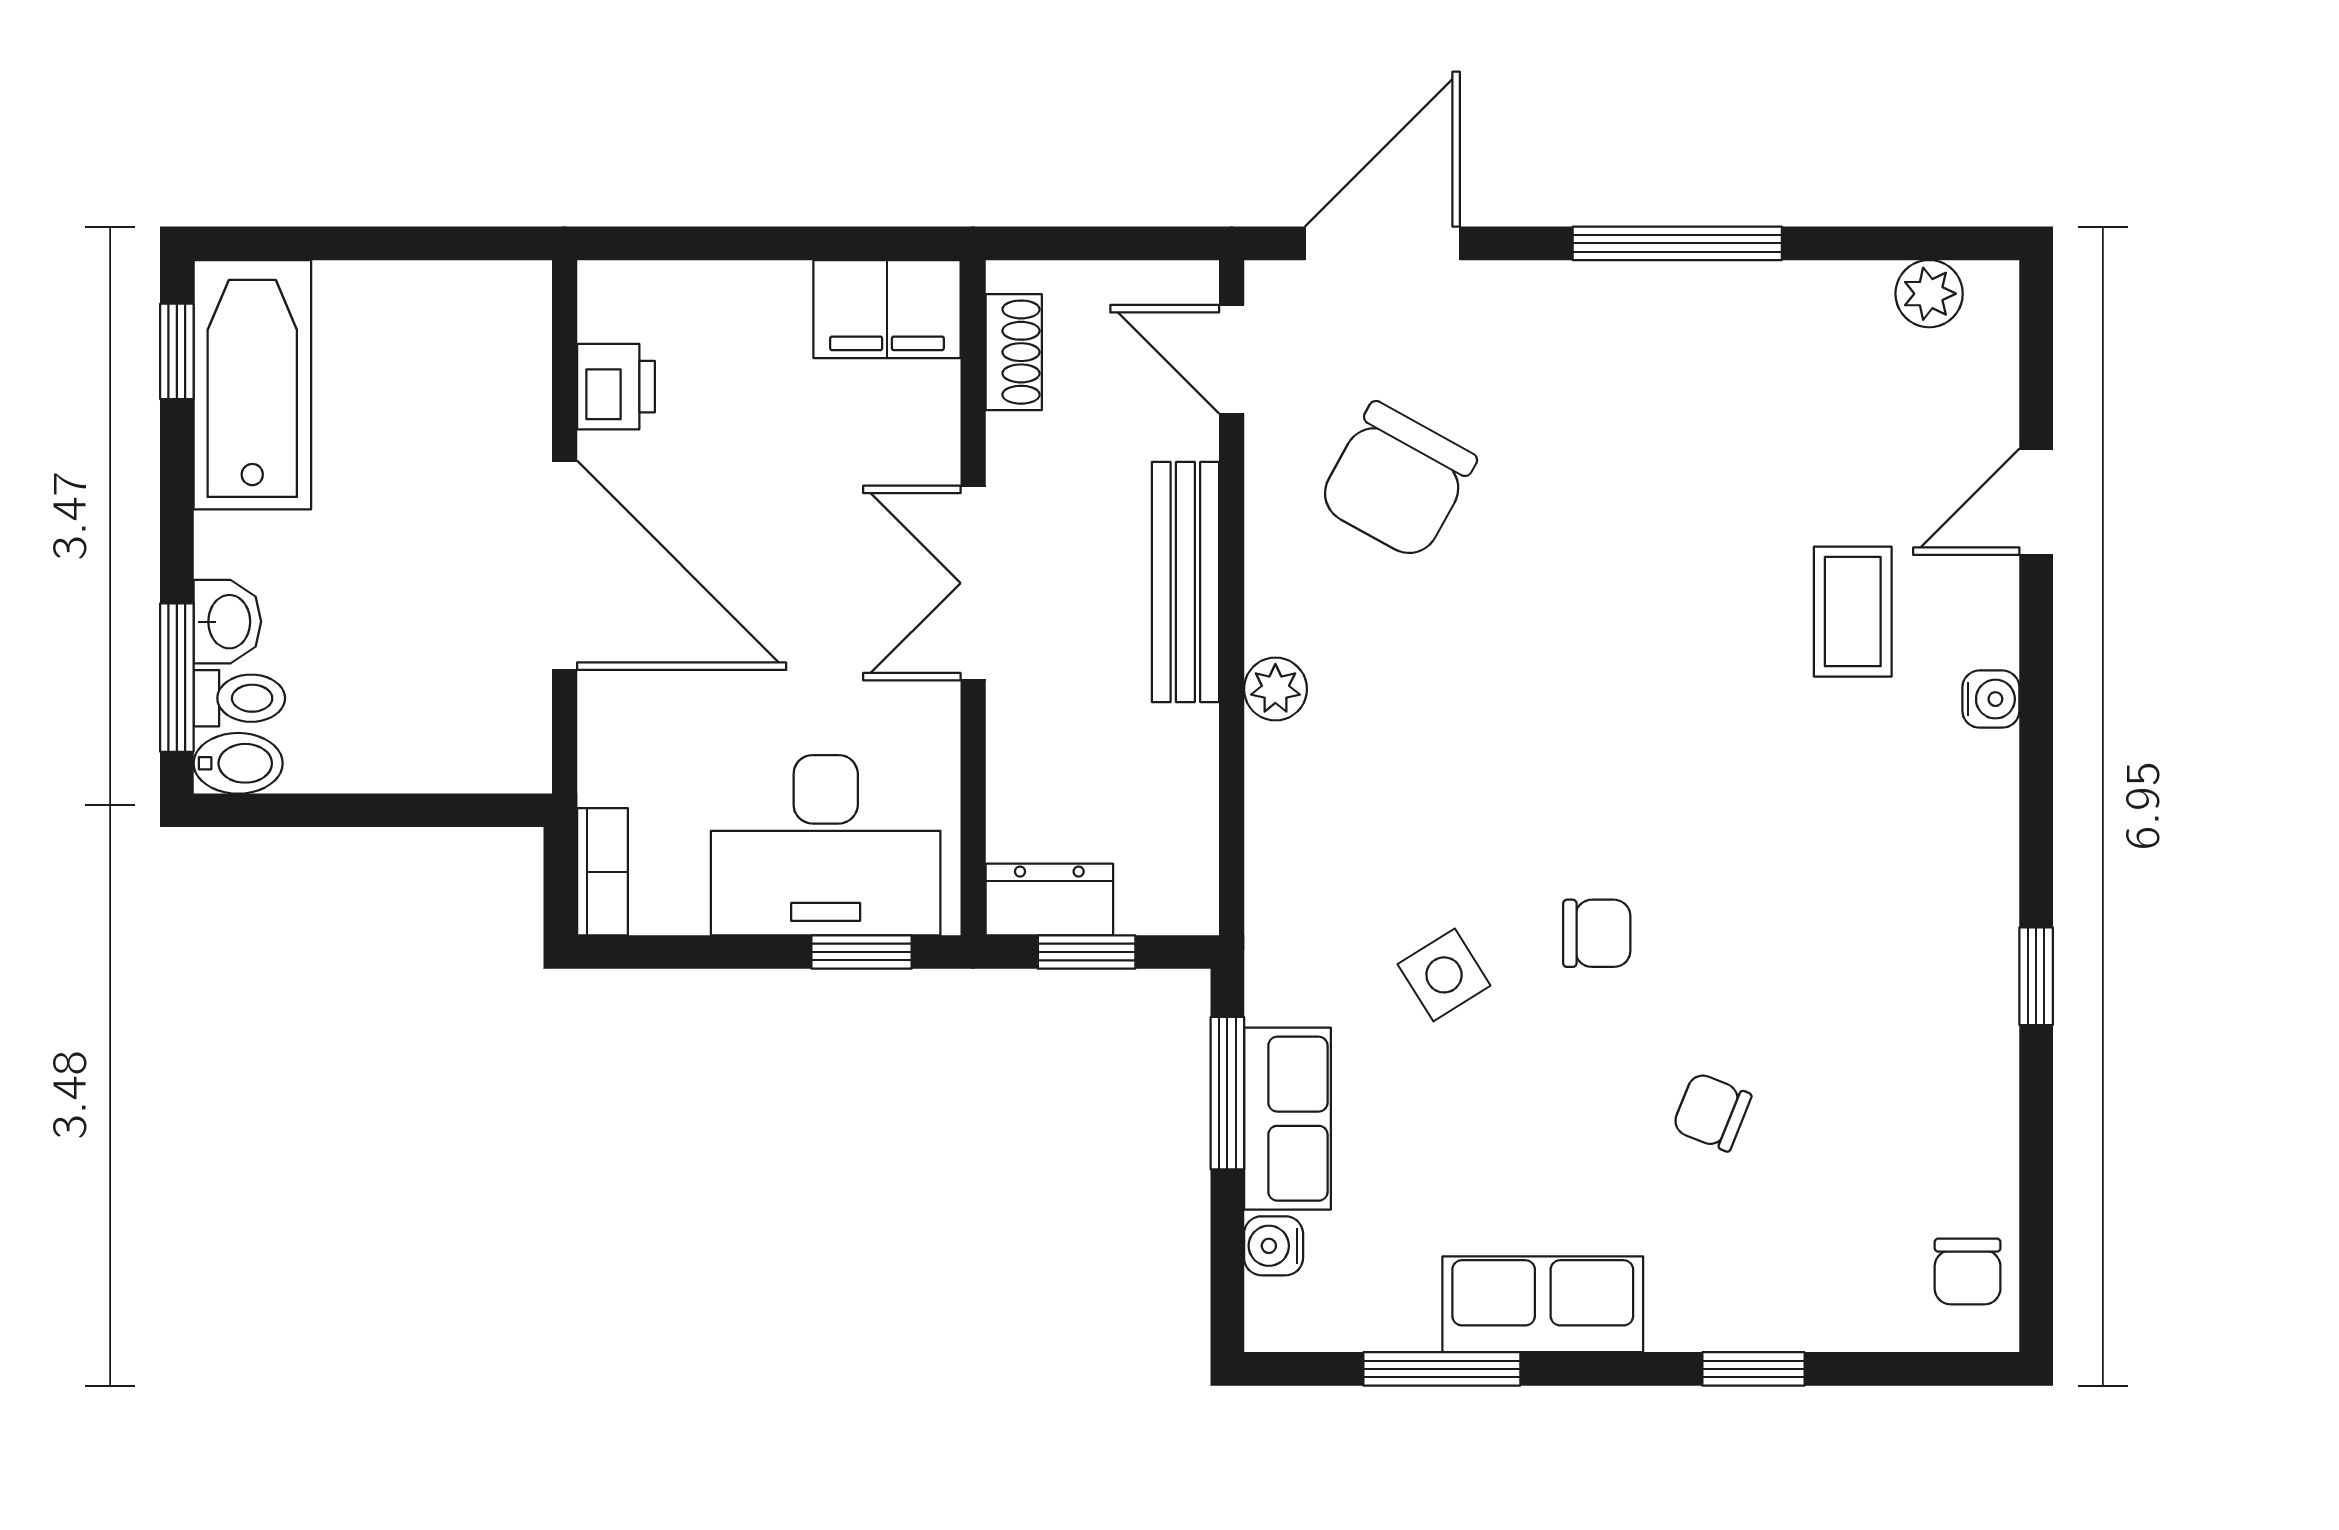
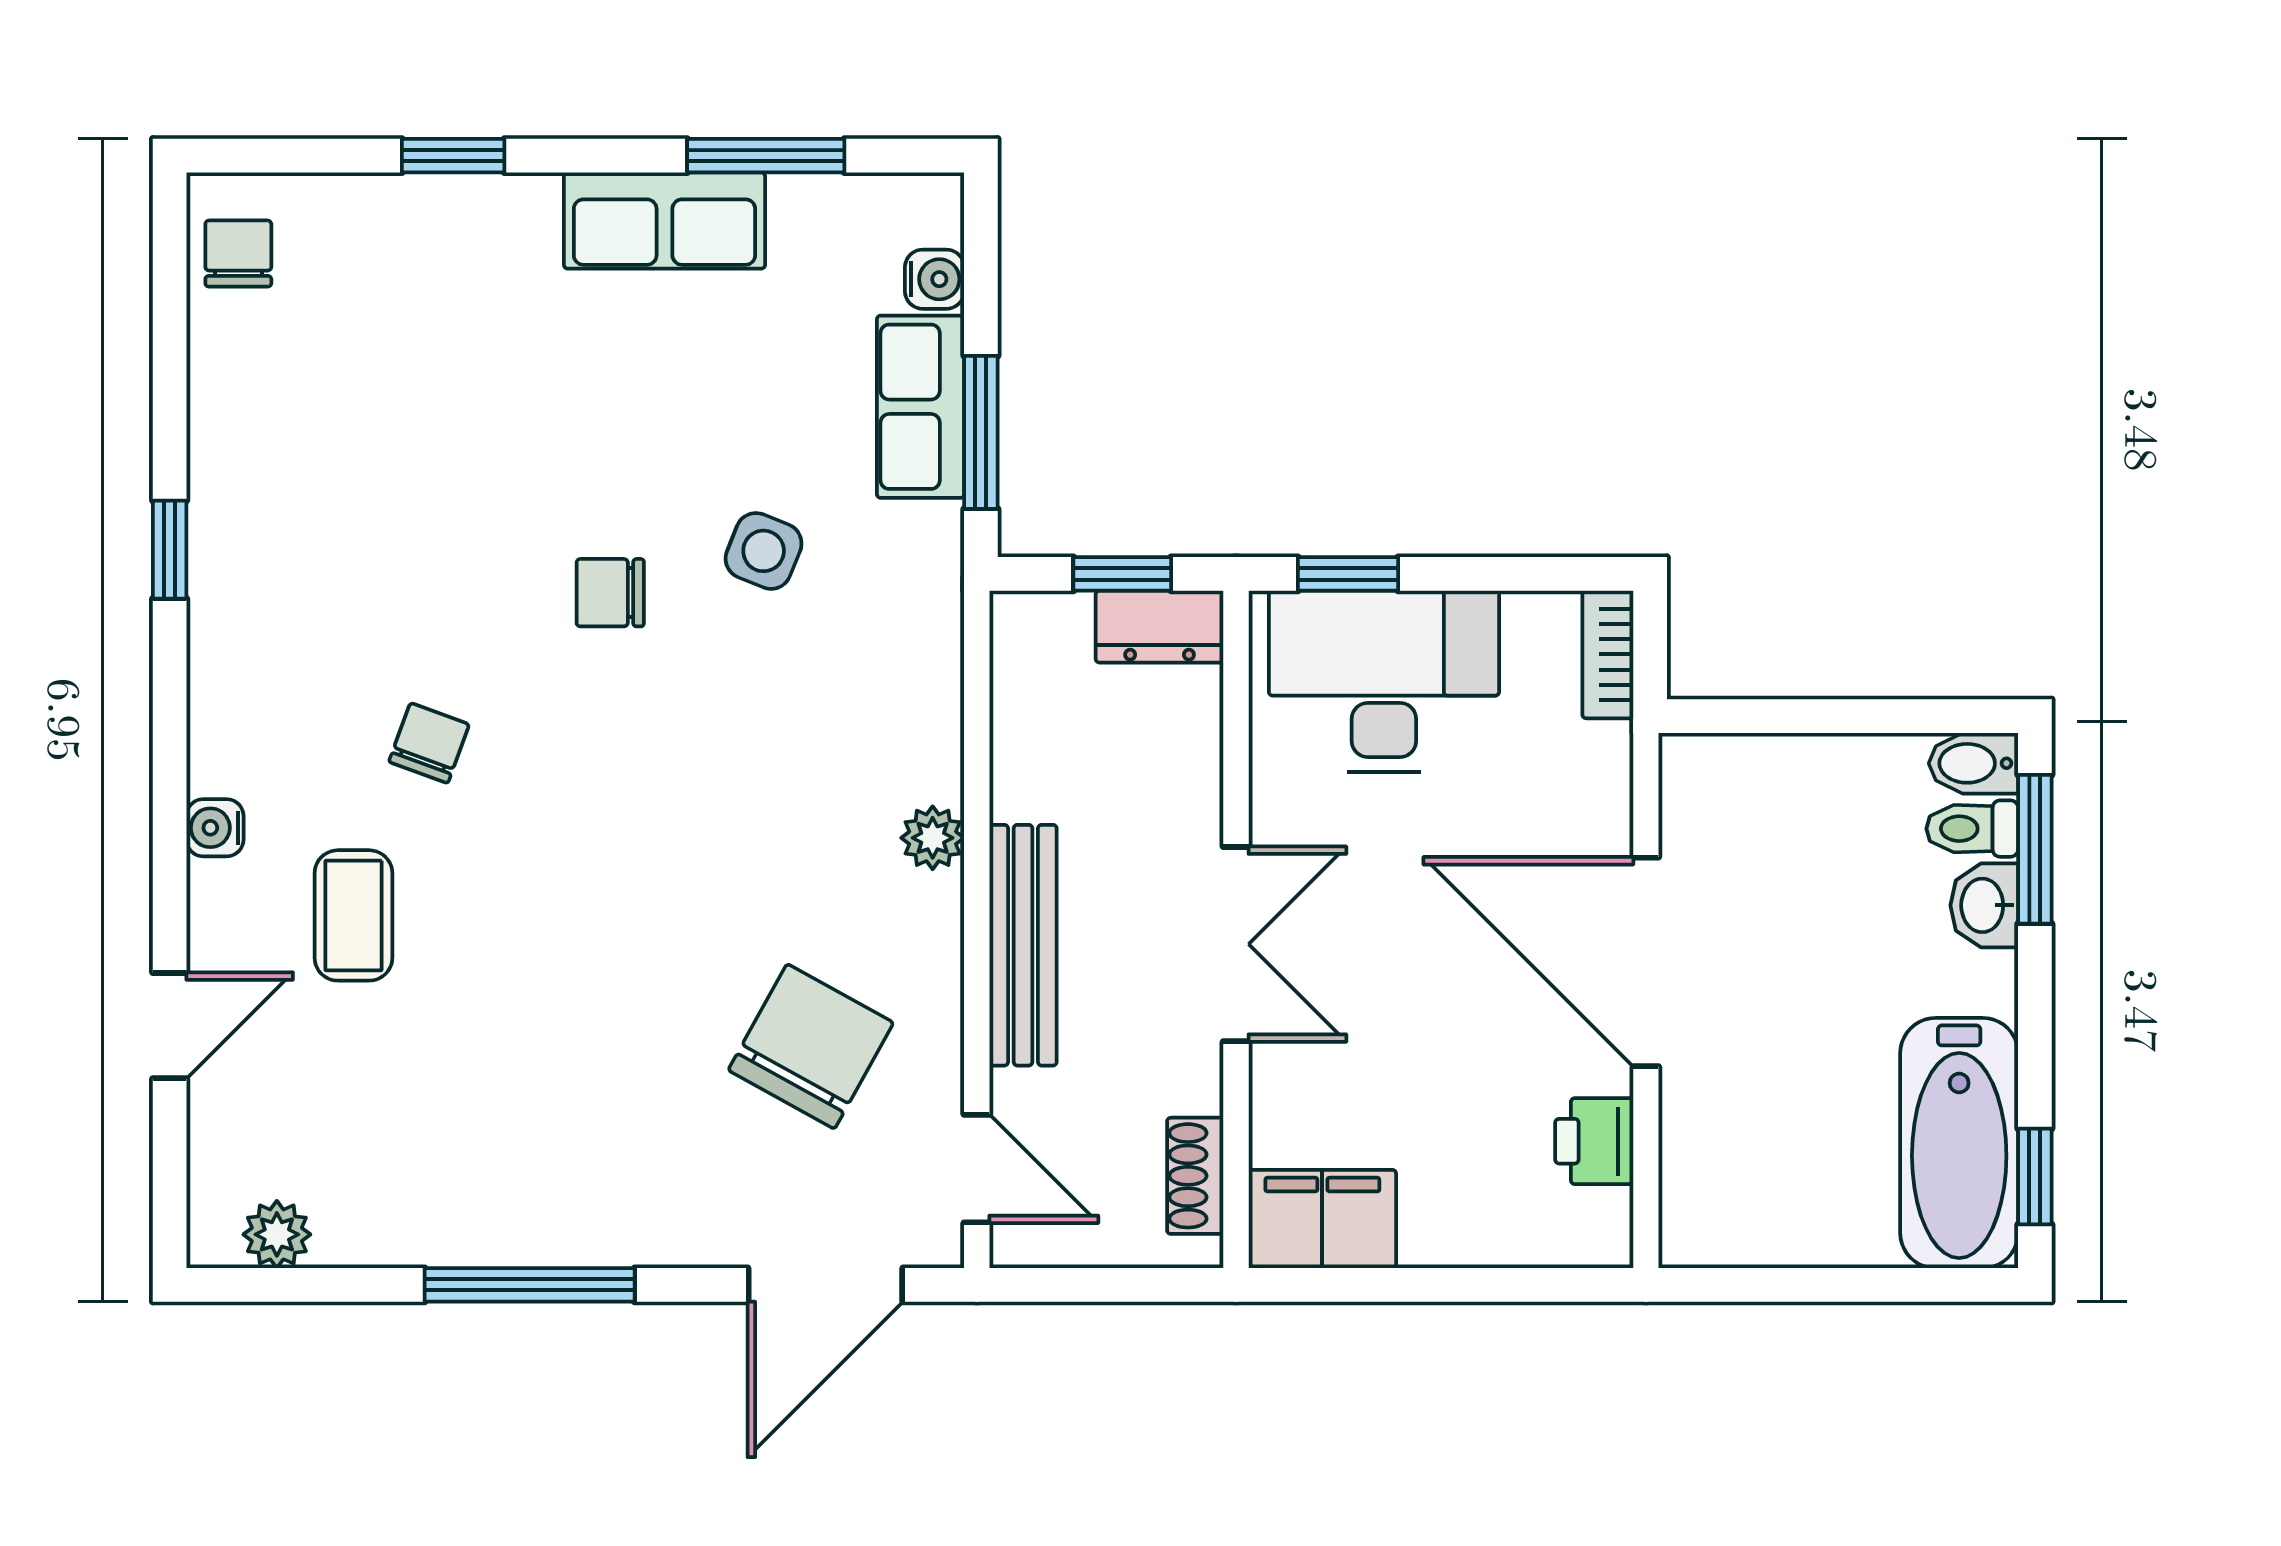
side table: (1444, 975) -> (764, 551), turned -36
chair: (1712, 1112) -> (429, 743), moved, turned -92

